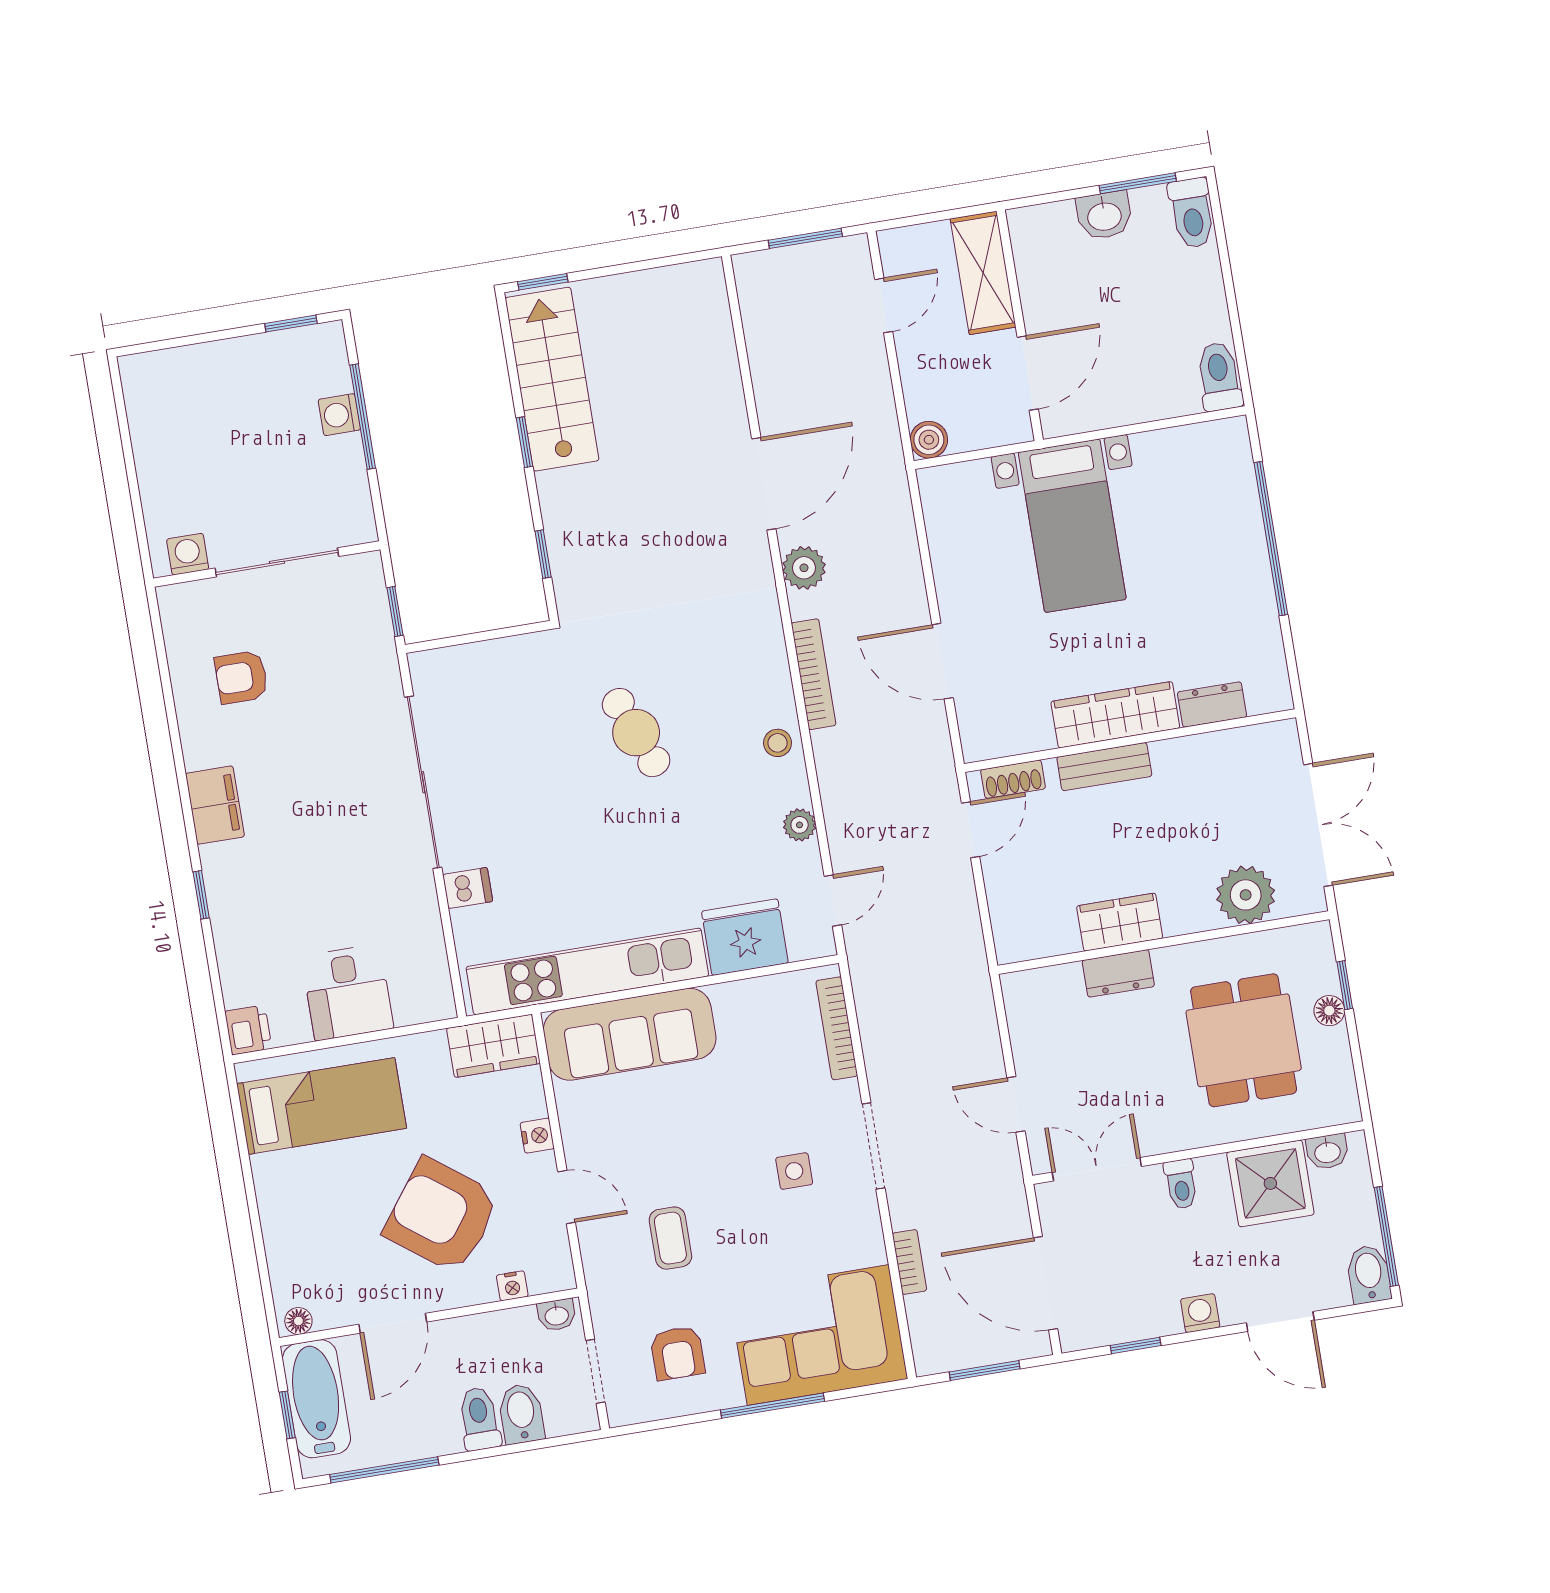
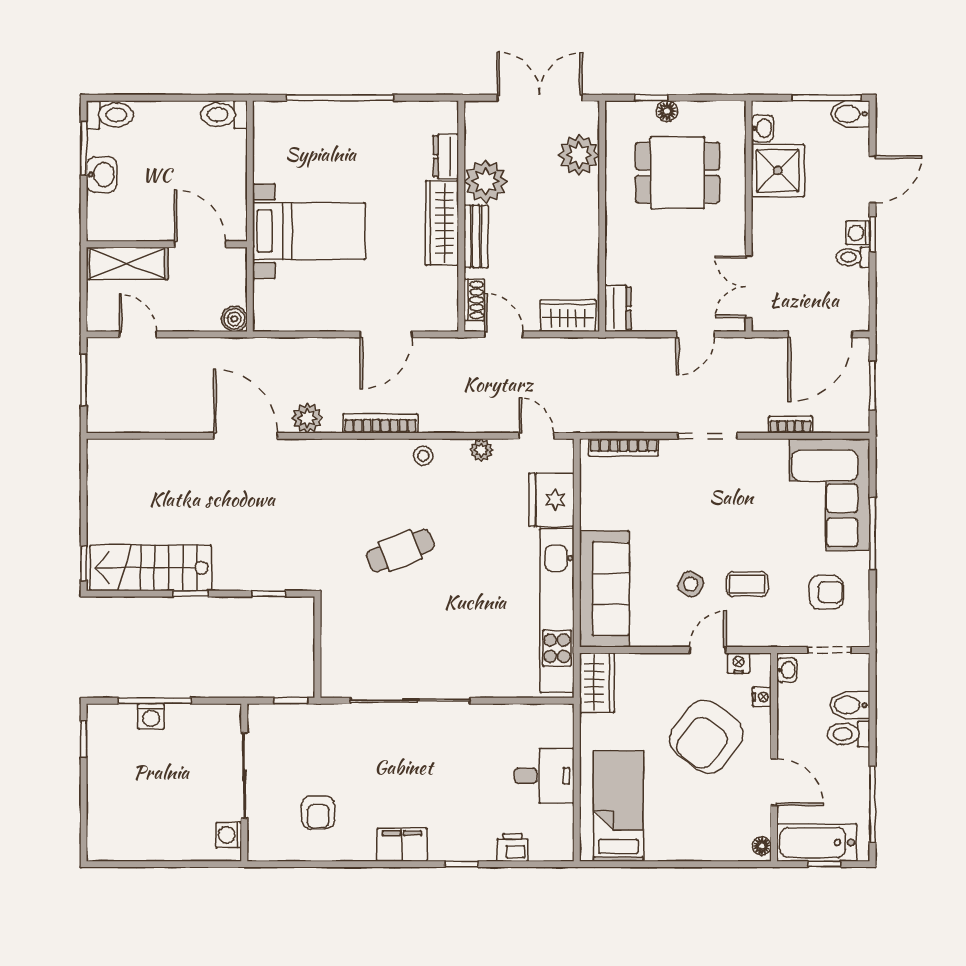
plant: (1186, 767) -> (486, 181), added
dishwasher: (468, 888) -> (487, 682), removed
wardrobe: (1120, 922) -> (568, 316), moved, turned 90
dresser: (1118, 973) -> (618, 308), moved
printer: (248, 1030) -> (513, 847), moved
nightstand: (537, 1136) -> (738, 663), moved
side table: (794, 1171) -> (691, 584), moved, turned 31
toilet: (1181, 1184) -> (853, 257), moved, turned 180
window: (1136, 1345) -> (873, 234), moved

